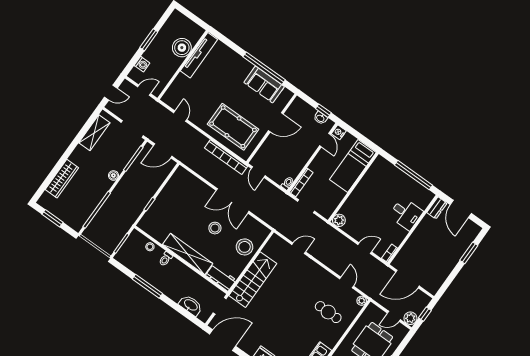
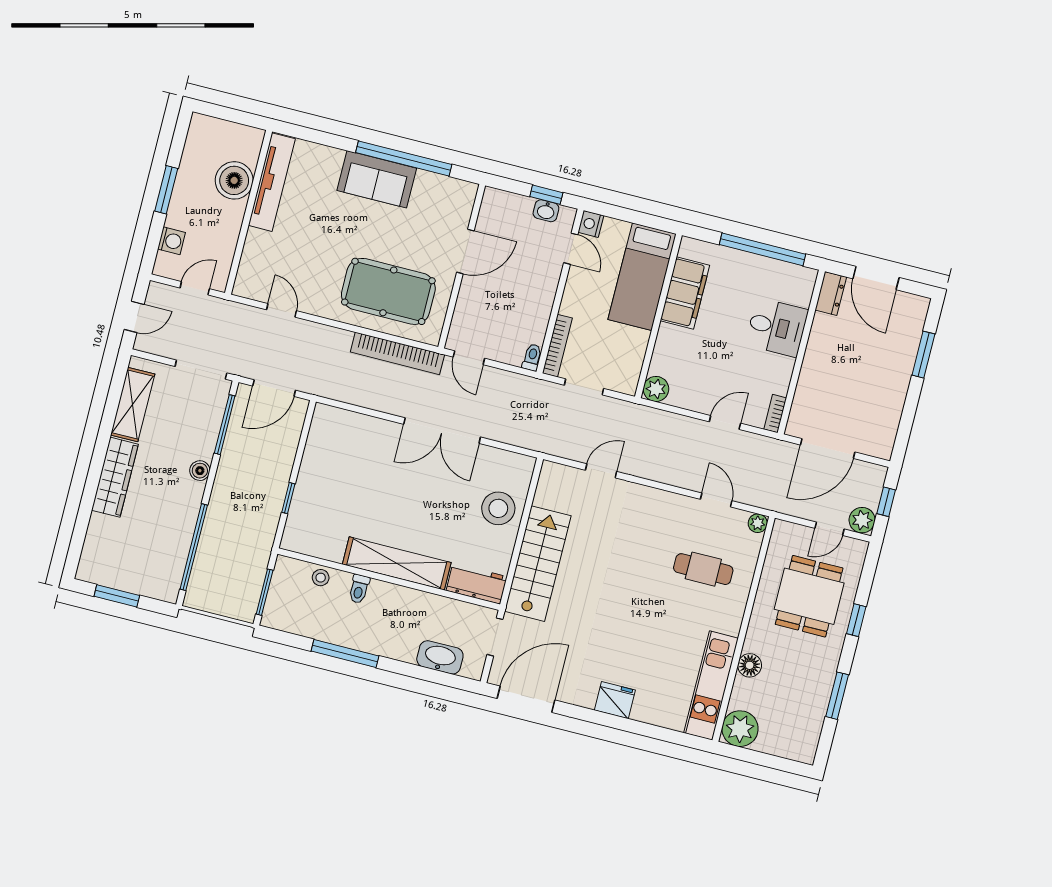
sofa: (264, 85) -> (377, 179), moved
wardrobe: (62, 179) -> (115, 477), moved
filing cabinet: (370, 181) -> (685, 293), added
stool: (215, 228) -> (429, 495), removed

